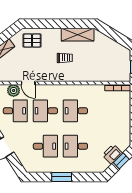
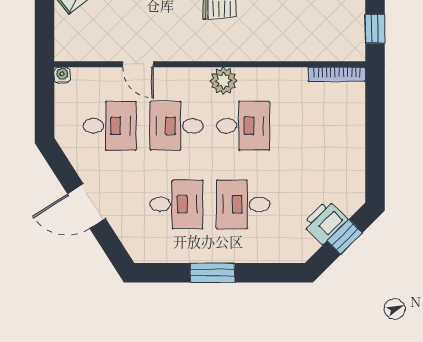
plant: (14, 90) -> (223, 81), moved
desk: (75, 111) -> (243, 126), turned 180

